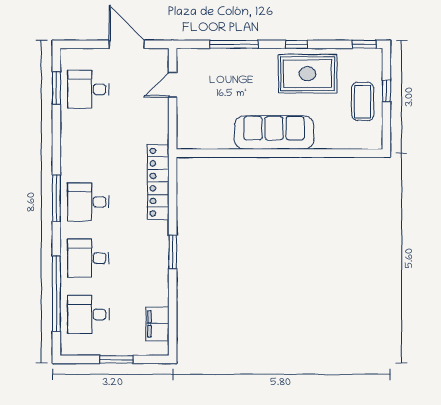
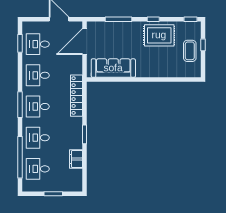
door: (173, 85) -> (84, 42), width x1.87
sofa: (274, 133) -> (113, 68), moved
desk: (88, 146) -> (38, 75), added
filing cabinet: (157, 324) -> (76, 159), moved

